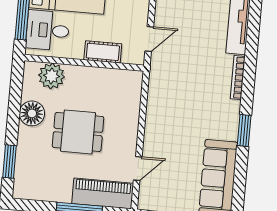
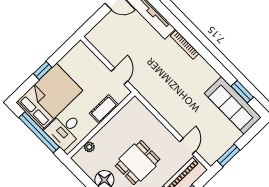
plant: (51, 76) -> (89, 147), width x0.53, depth x0.53
window: (244, 131) -> (242, 92), moved

